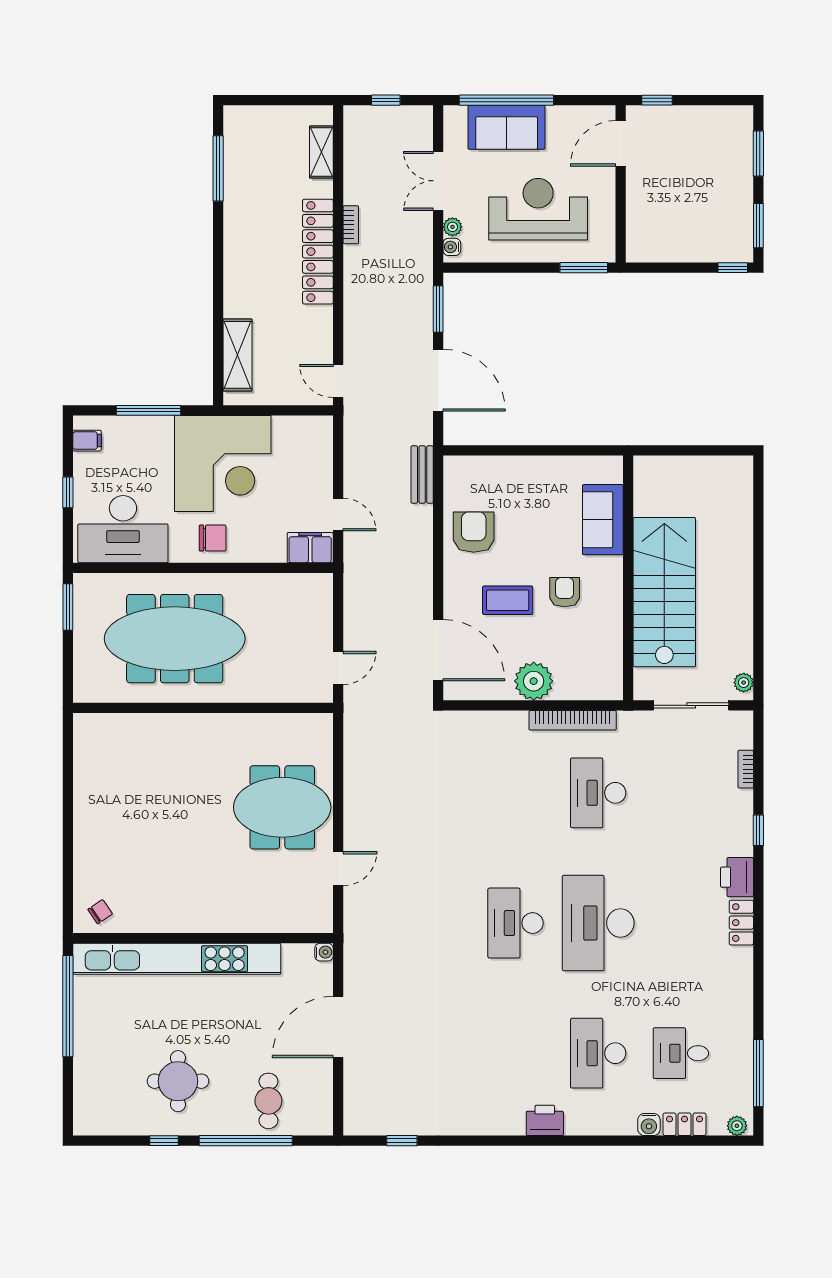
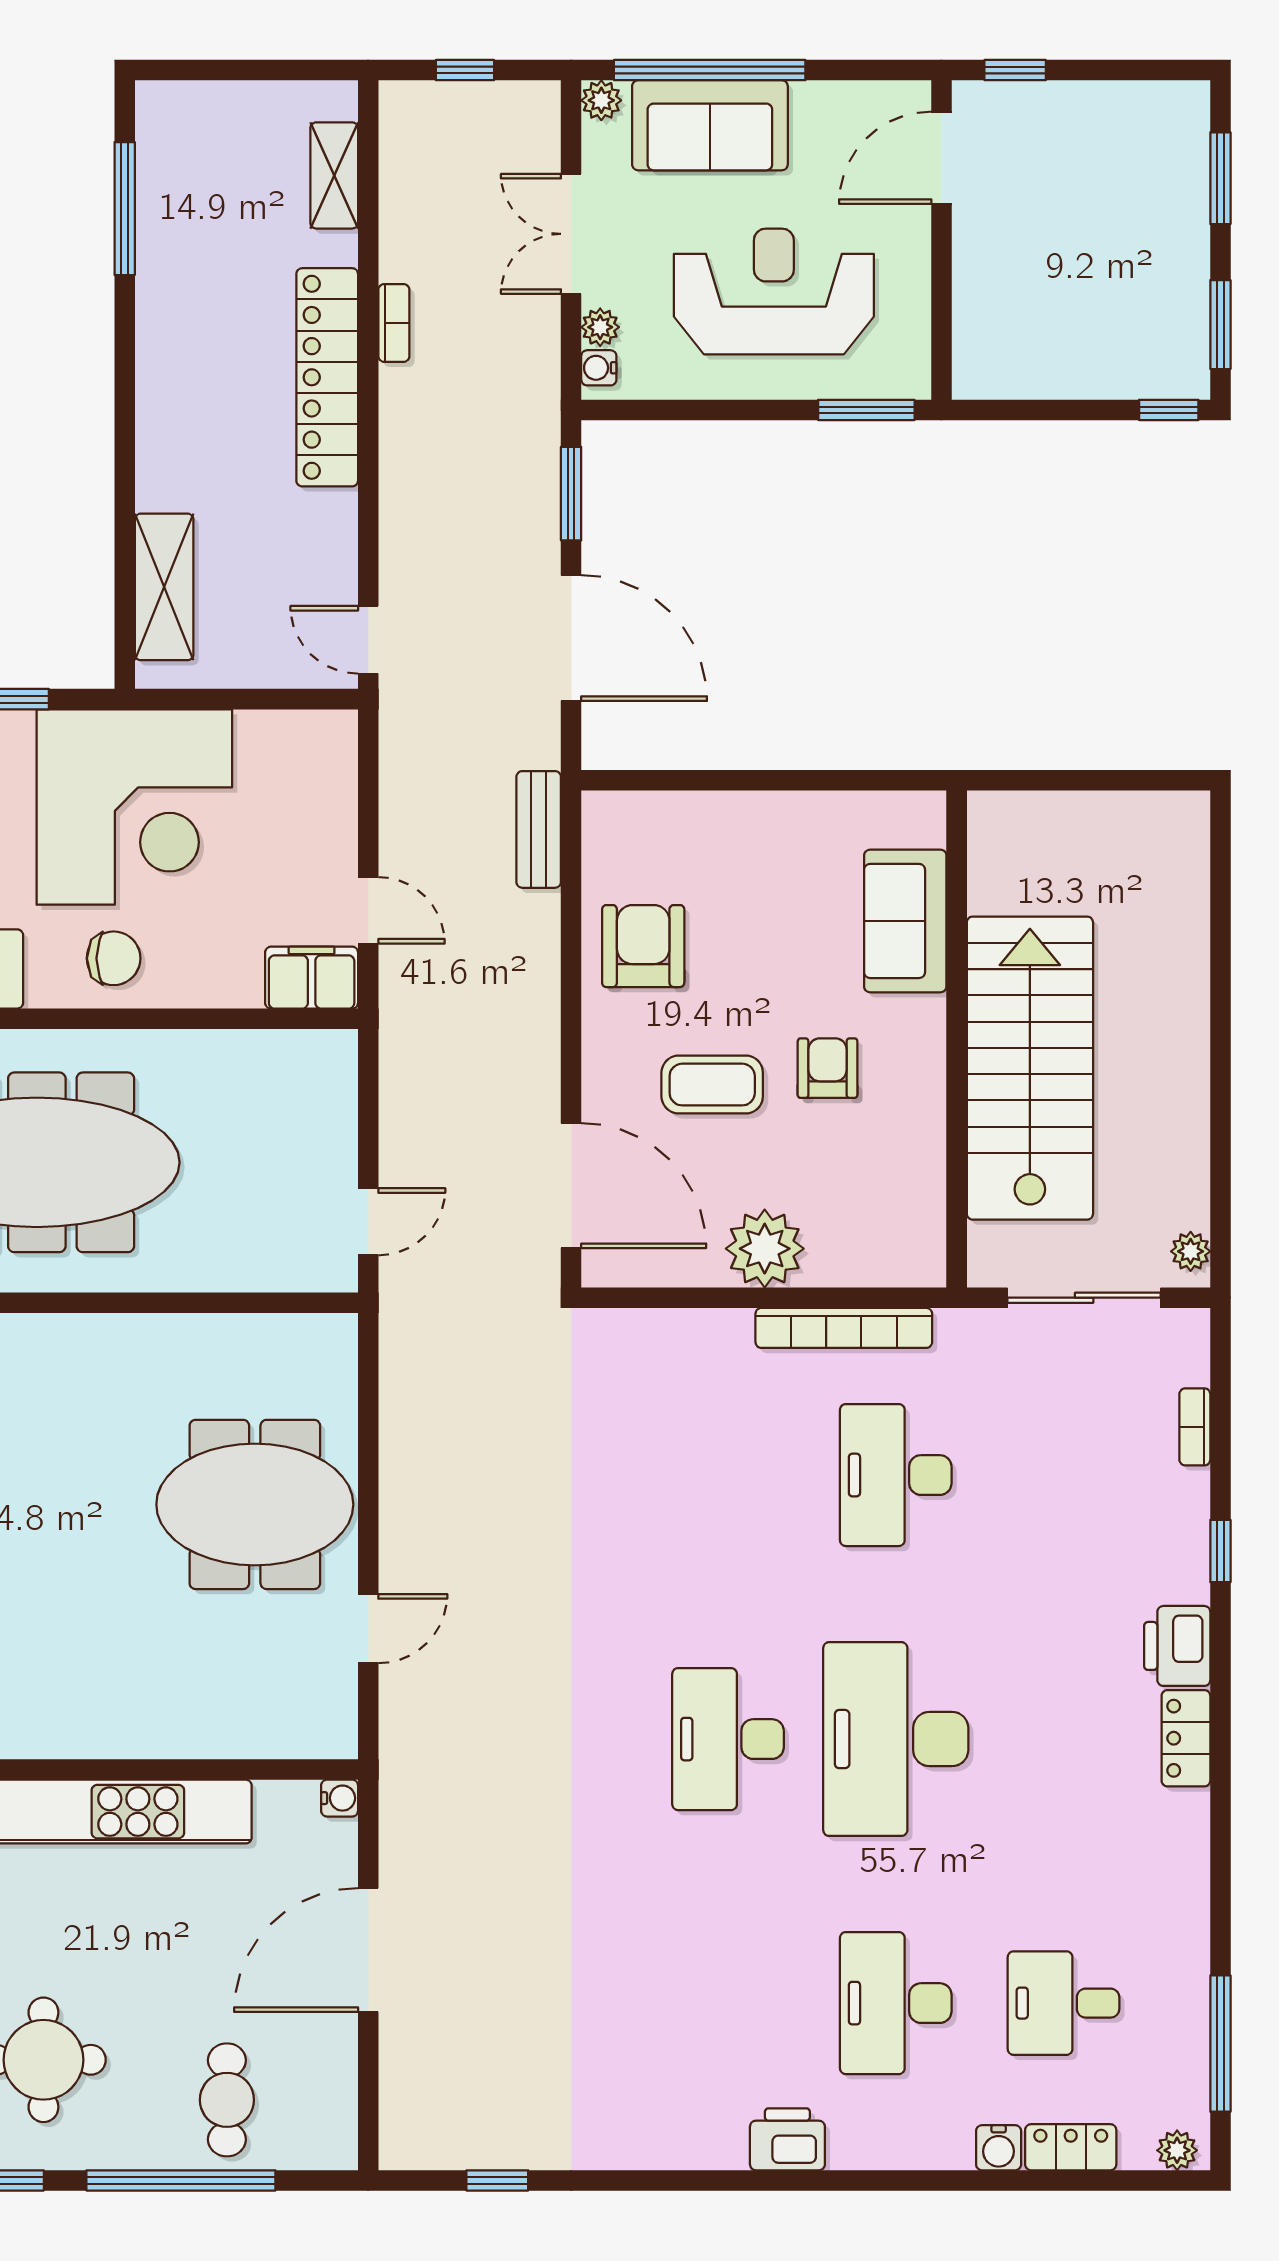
plant: (453, 115) -> (601, 100), added

